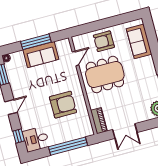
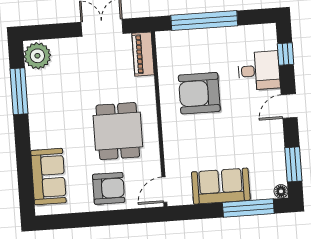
window: (36, 42) -> (248, 208), moved
door: (75, 58) -> (164, 190), moved
dining table: (105, 75) -> (118, 131), width x0.73
desk: (36, 139) -> (259, 71), moved

